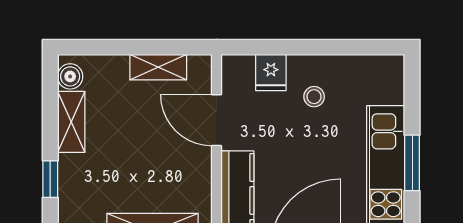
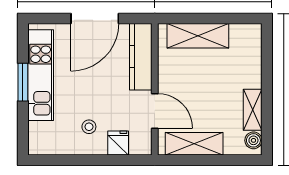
shelving: (158, 67) -> (194, 144), width x1.50, depth x1.33
window: (50, 179) -> (267, 71), removed

